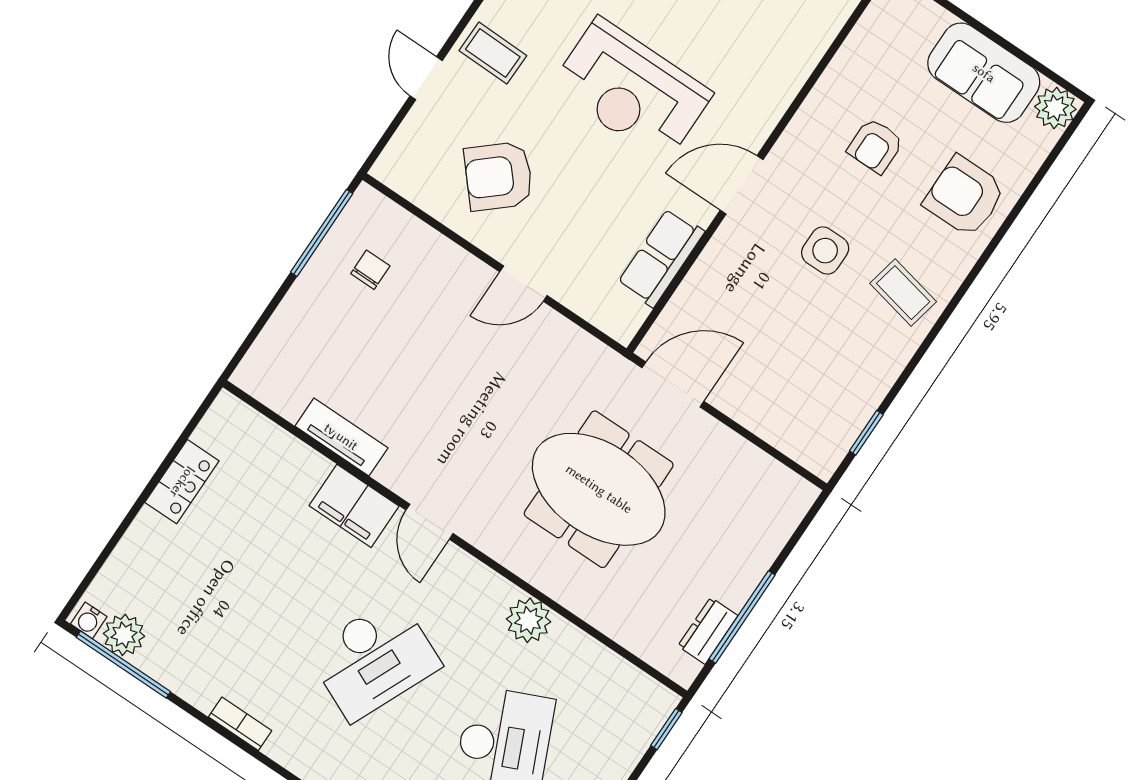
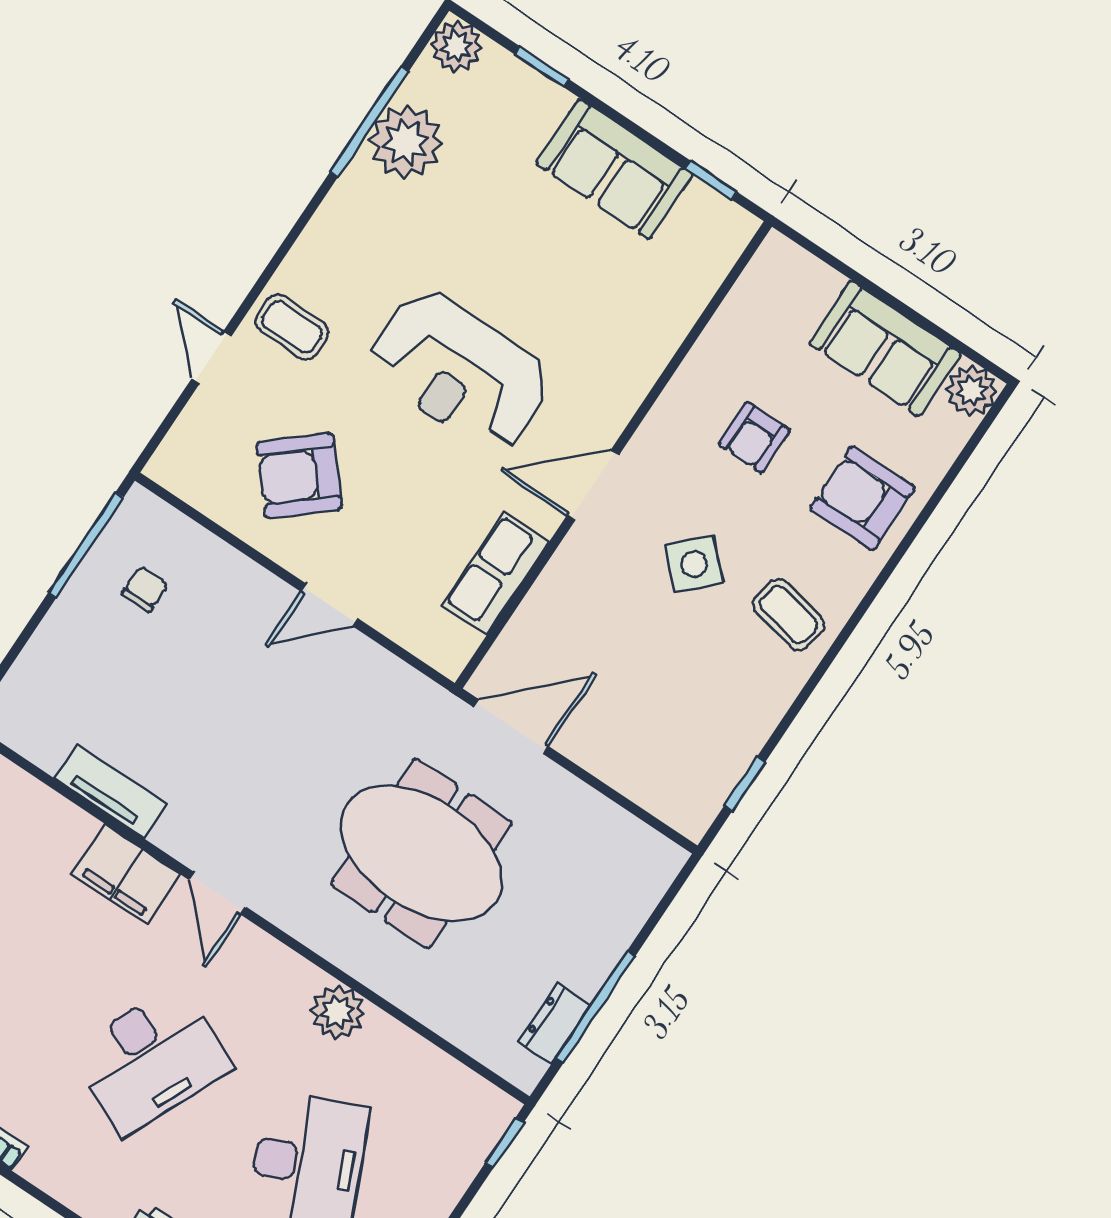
side table: (825, 251) -> (694, 564), turned 45

